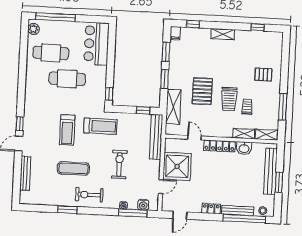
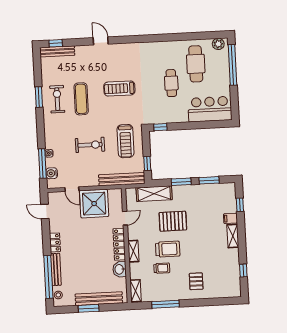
filing cabinet: (175, 33) -> (230, 218), moved
cafe table: (67, 79) -> (171, 83), width x0.73, depth x0.74
trolley: (229, 99) -> (168, 249), turned 180
window: (20, 124) -> (56, 43), moved
treadmill: (100, 126) -> (126, 141), moved
shelving: (244, 134) -> (133, 251), moved
bench: (25, 173) -> (57, 51), moved
exercise bike: (89, 195) -> (57, 99), moved

